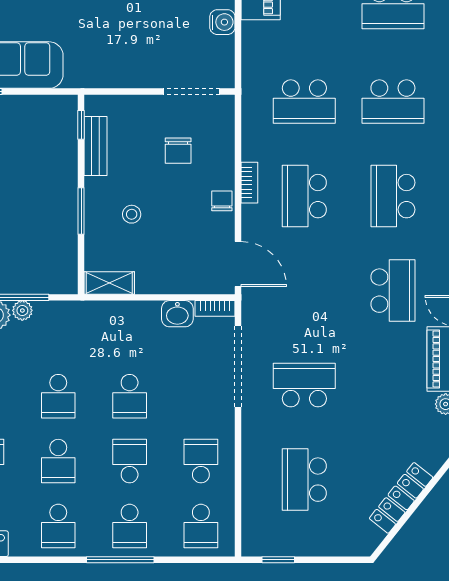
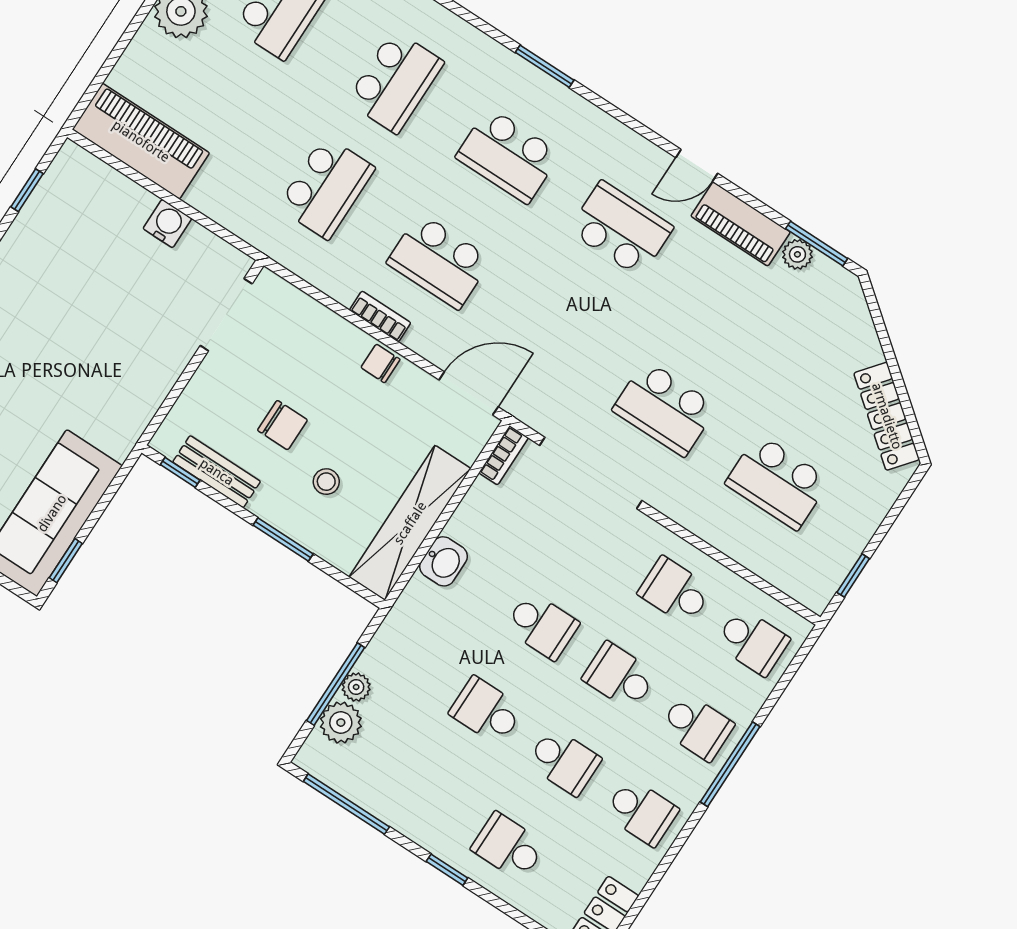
chair: (178, 151) -> (282, 425), moved
shelving: (109, 283) -> (410, 523), width x2.20, depth x1.33
washbasin: (177, 314) -> (444, 561), moved
school desk: (304, 385) -> (665, 408), turned -90
school desk: (58, 396) -> (486, 711), turned 180
locker: (401, 498) -> (887, 416), moved

